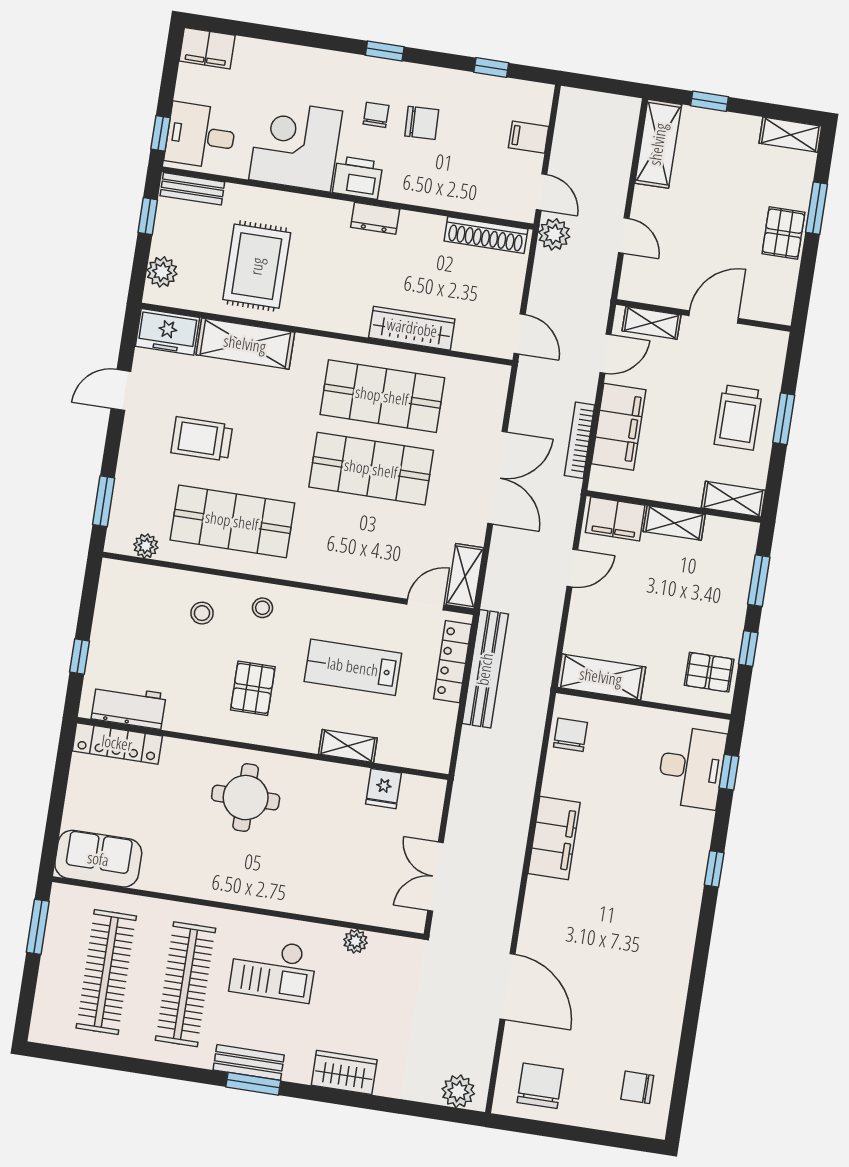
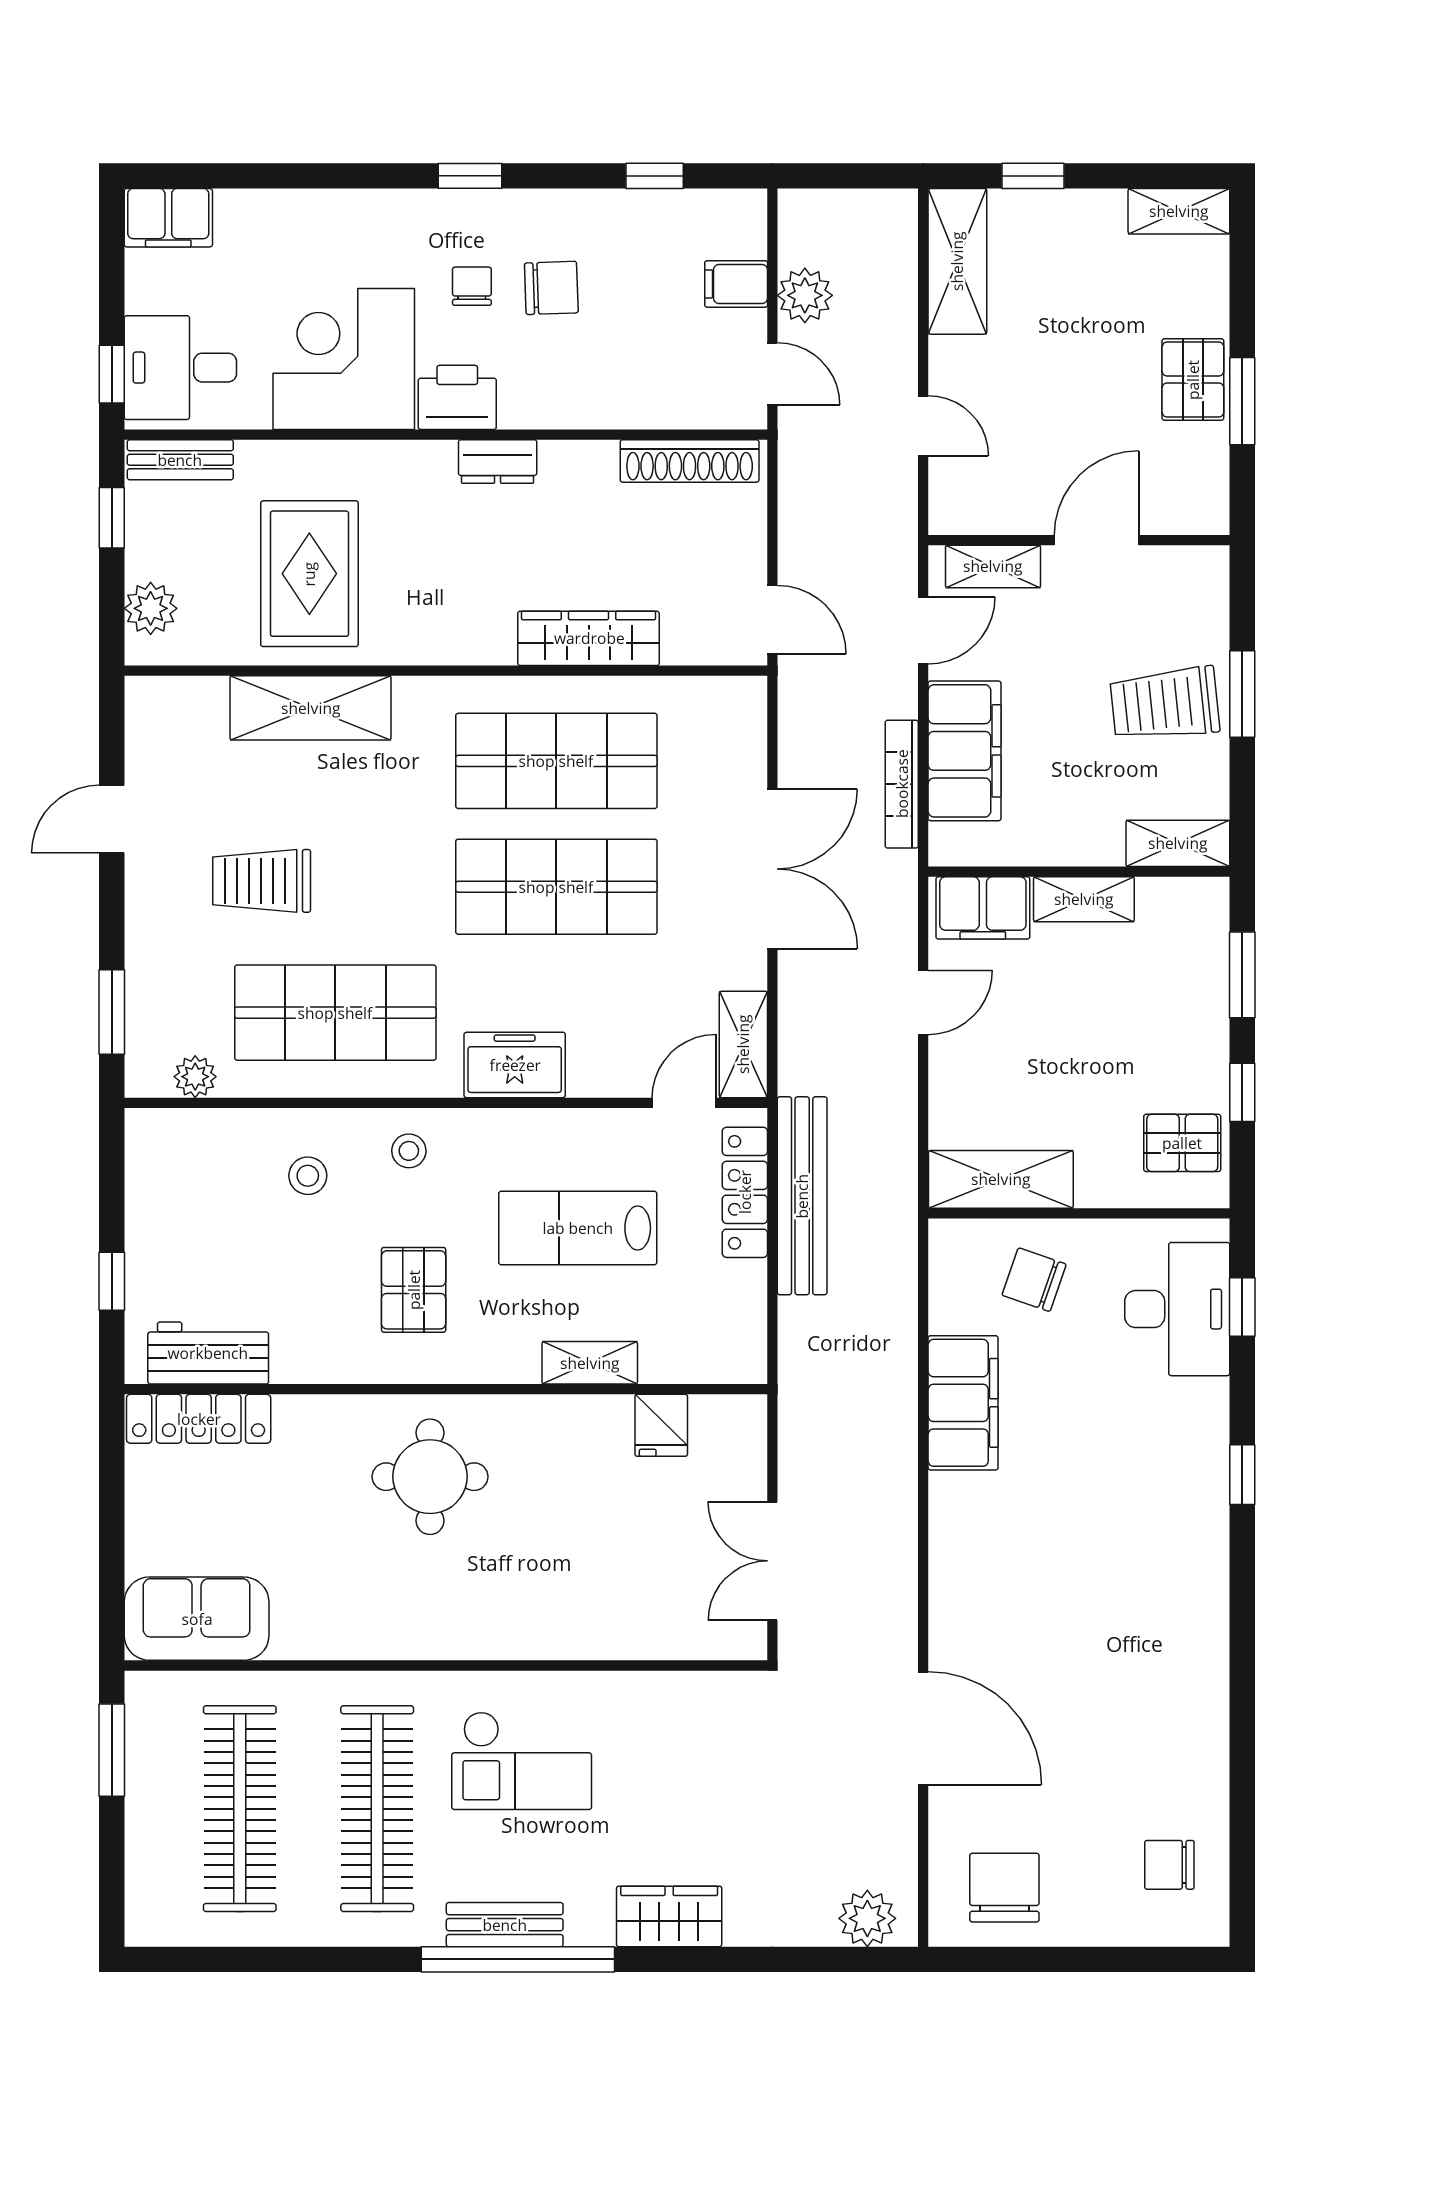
window: (816, 208) -> (1242, 401), moved
plant: (554, 234) -> (805, 295), moved
freezer: (168, 332) -> (515, 1065), moved, turned 180
trolley: (738, 417) -> (1165, 704), turned 84
chair: (570, 735) -> (1034, 1280), moved, turned -71
filing cabinet: (554, 838) -> (963, 1403), moved
plant: (355, 941) -> (654, 1691), removed
window: (253, 1084) -> (518, 1959), width x2.11

